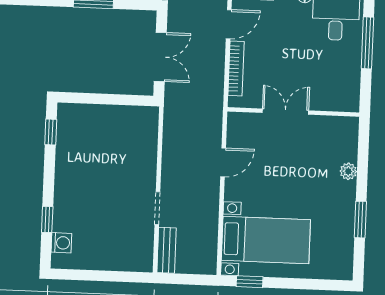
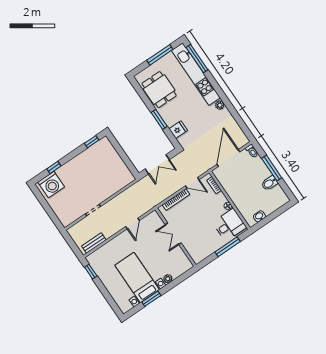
double door: (285, 112) -> (173, 234), swing flipped
door: (223, 162) -> (133, 223), hinge flipped
bed with nightstands: (266, 240) -> (137, 277), moved, turned 180
washing machine: (61, 243) -> (51, 184), width x1.89, depth x1.89
bench: (167, 250) -> (94, 243), moved

